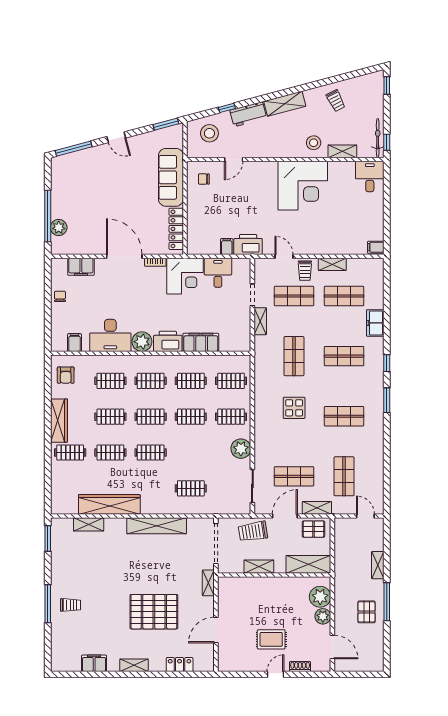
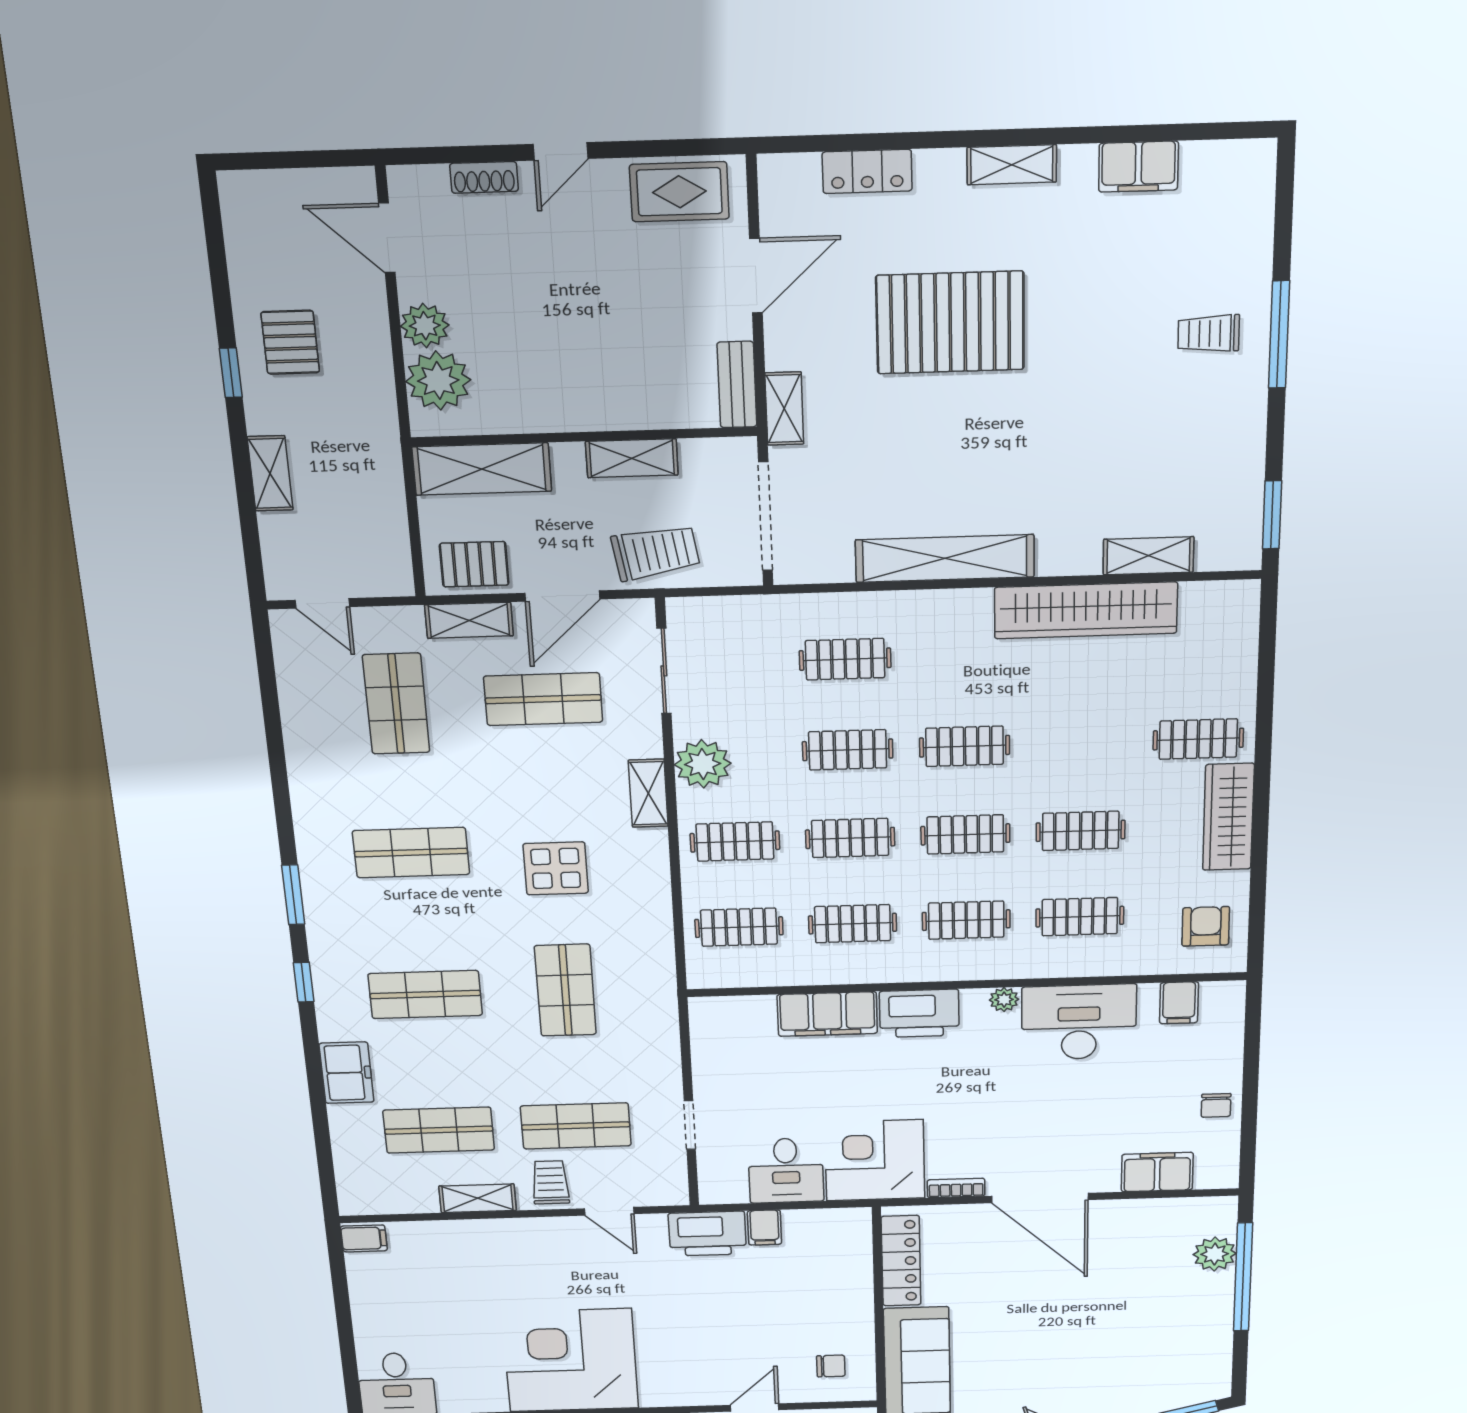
shelving: (260, 321) -> (648, 793), moved
plant: (142, 342) -> (1004, 1000), width x0.53, depth x0.53
clothes rail: (110, 453) -> (848, 750), moved
bench: (223, 592) -> (737, 385), added
window: (387, 602) -> (231, 373), width x0.46
rug: (271, 639) -> (679, 192), moved

